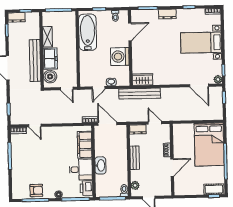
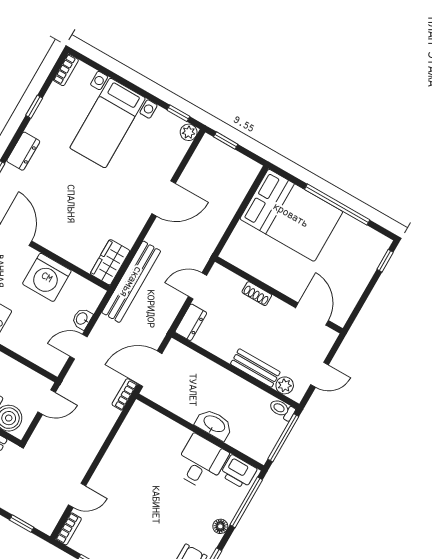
door: (199, 86) -> (164, 199), moved
door: (98, 88) -> (79, 347), swing flipped
filing cabinet: (85, 145) -> (162, 430), removed
bench: (135, 158) -> (255, 368), moved
door: (172, 168) -> (312, 314), moved
cot: (214, 189) -> (373, 254), removed

